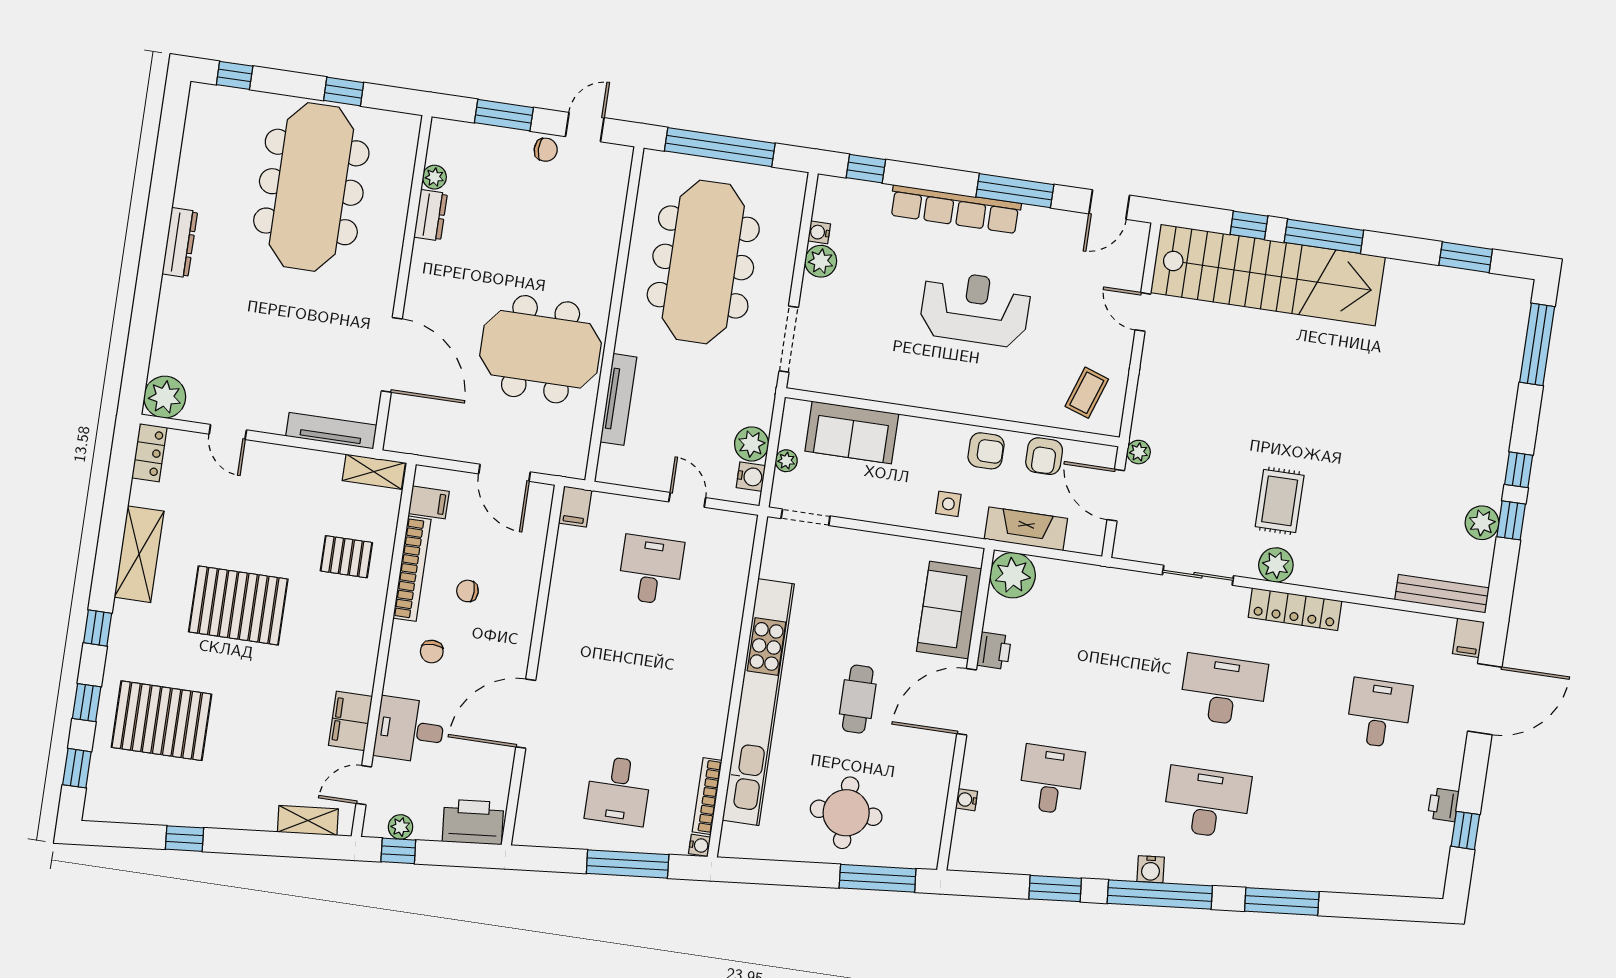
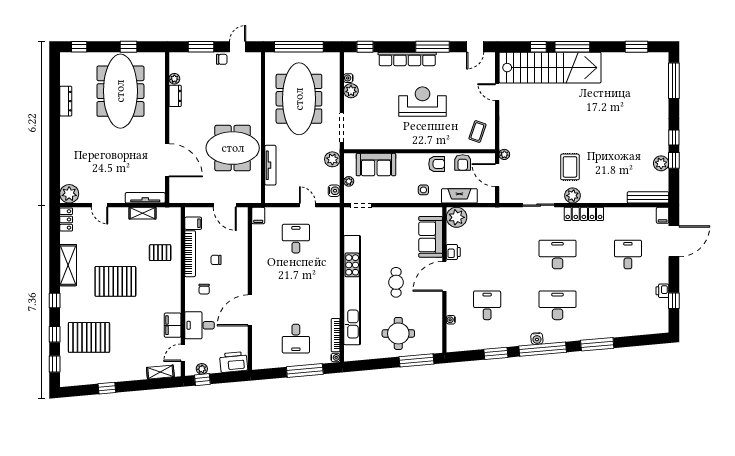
dresser: (180, 243) -> (66, 101), moved
plant: (752, 444) -> (332, 159), moved
shelving: (374, 472) -> (142, 213), moved

